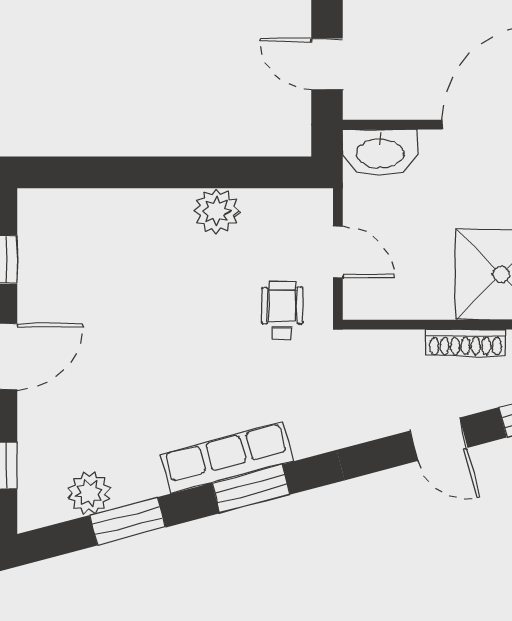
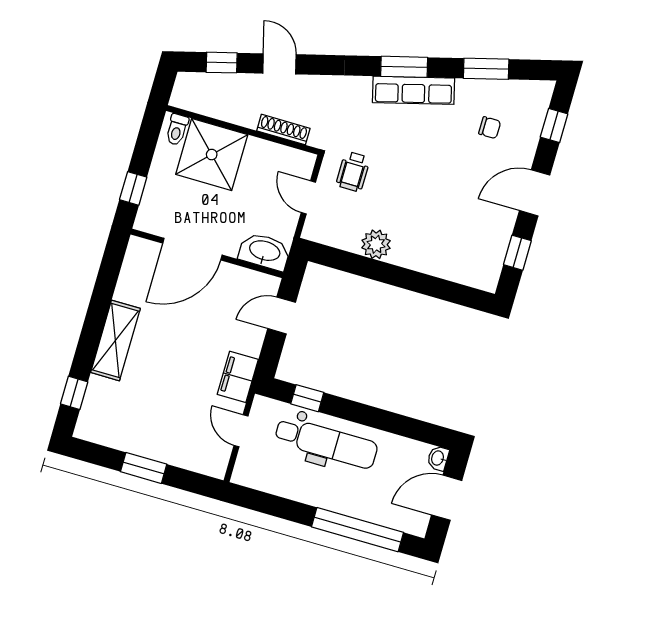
door: (327, 64) -> (282, 315), swing flipped
shoe rack: (465, 343) -> (283, 130), moved
chair: (97, 435) -> (490, 128), added
plant: (89, 493) -> (505, 93), removed

